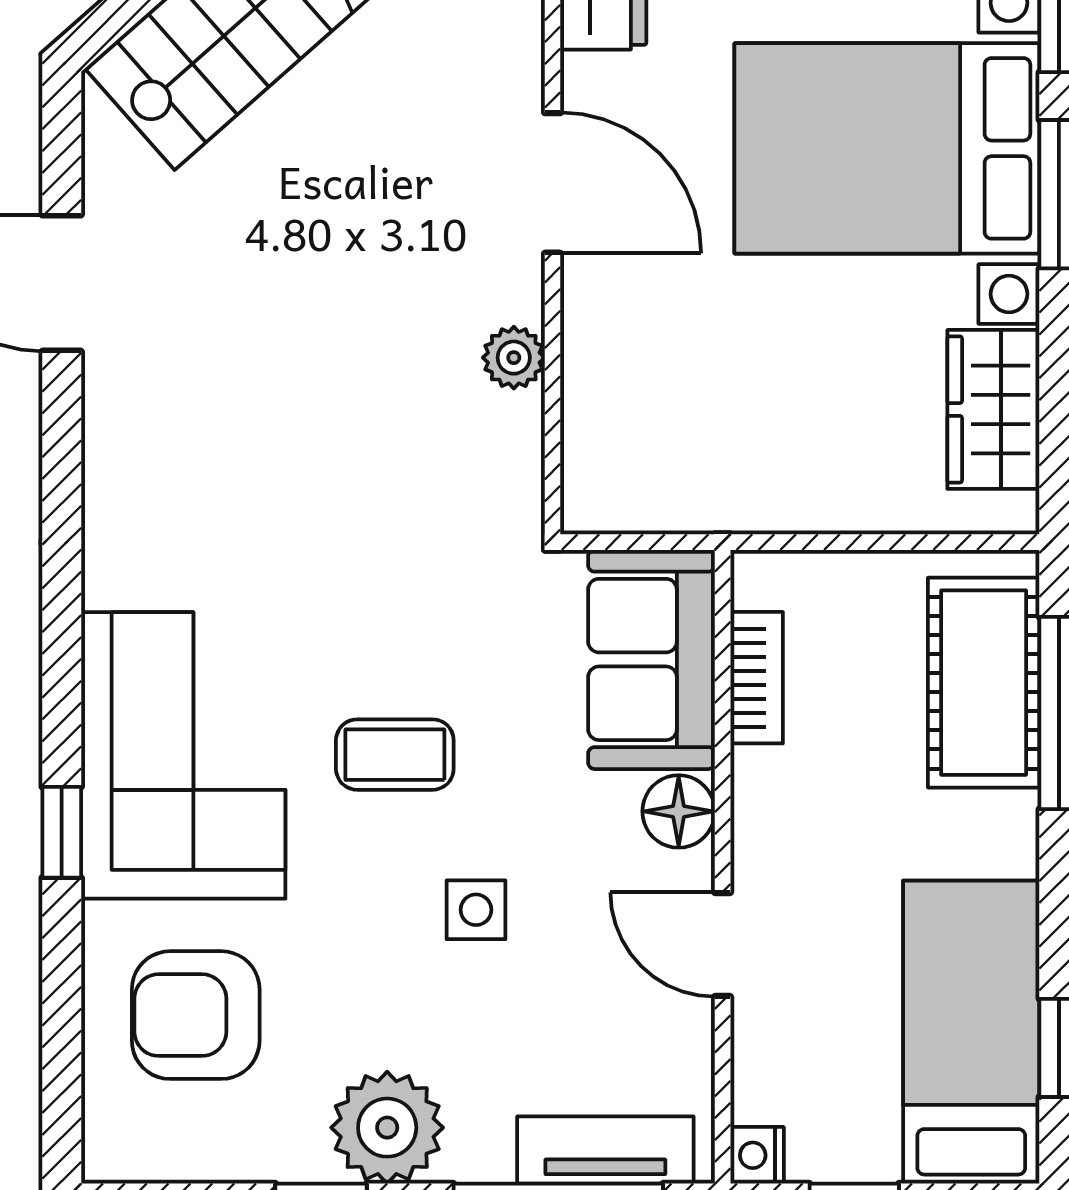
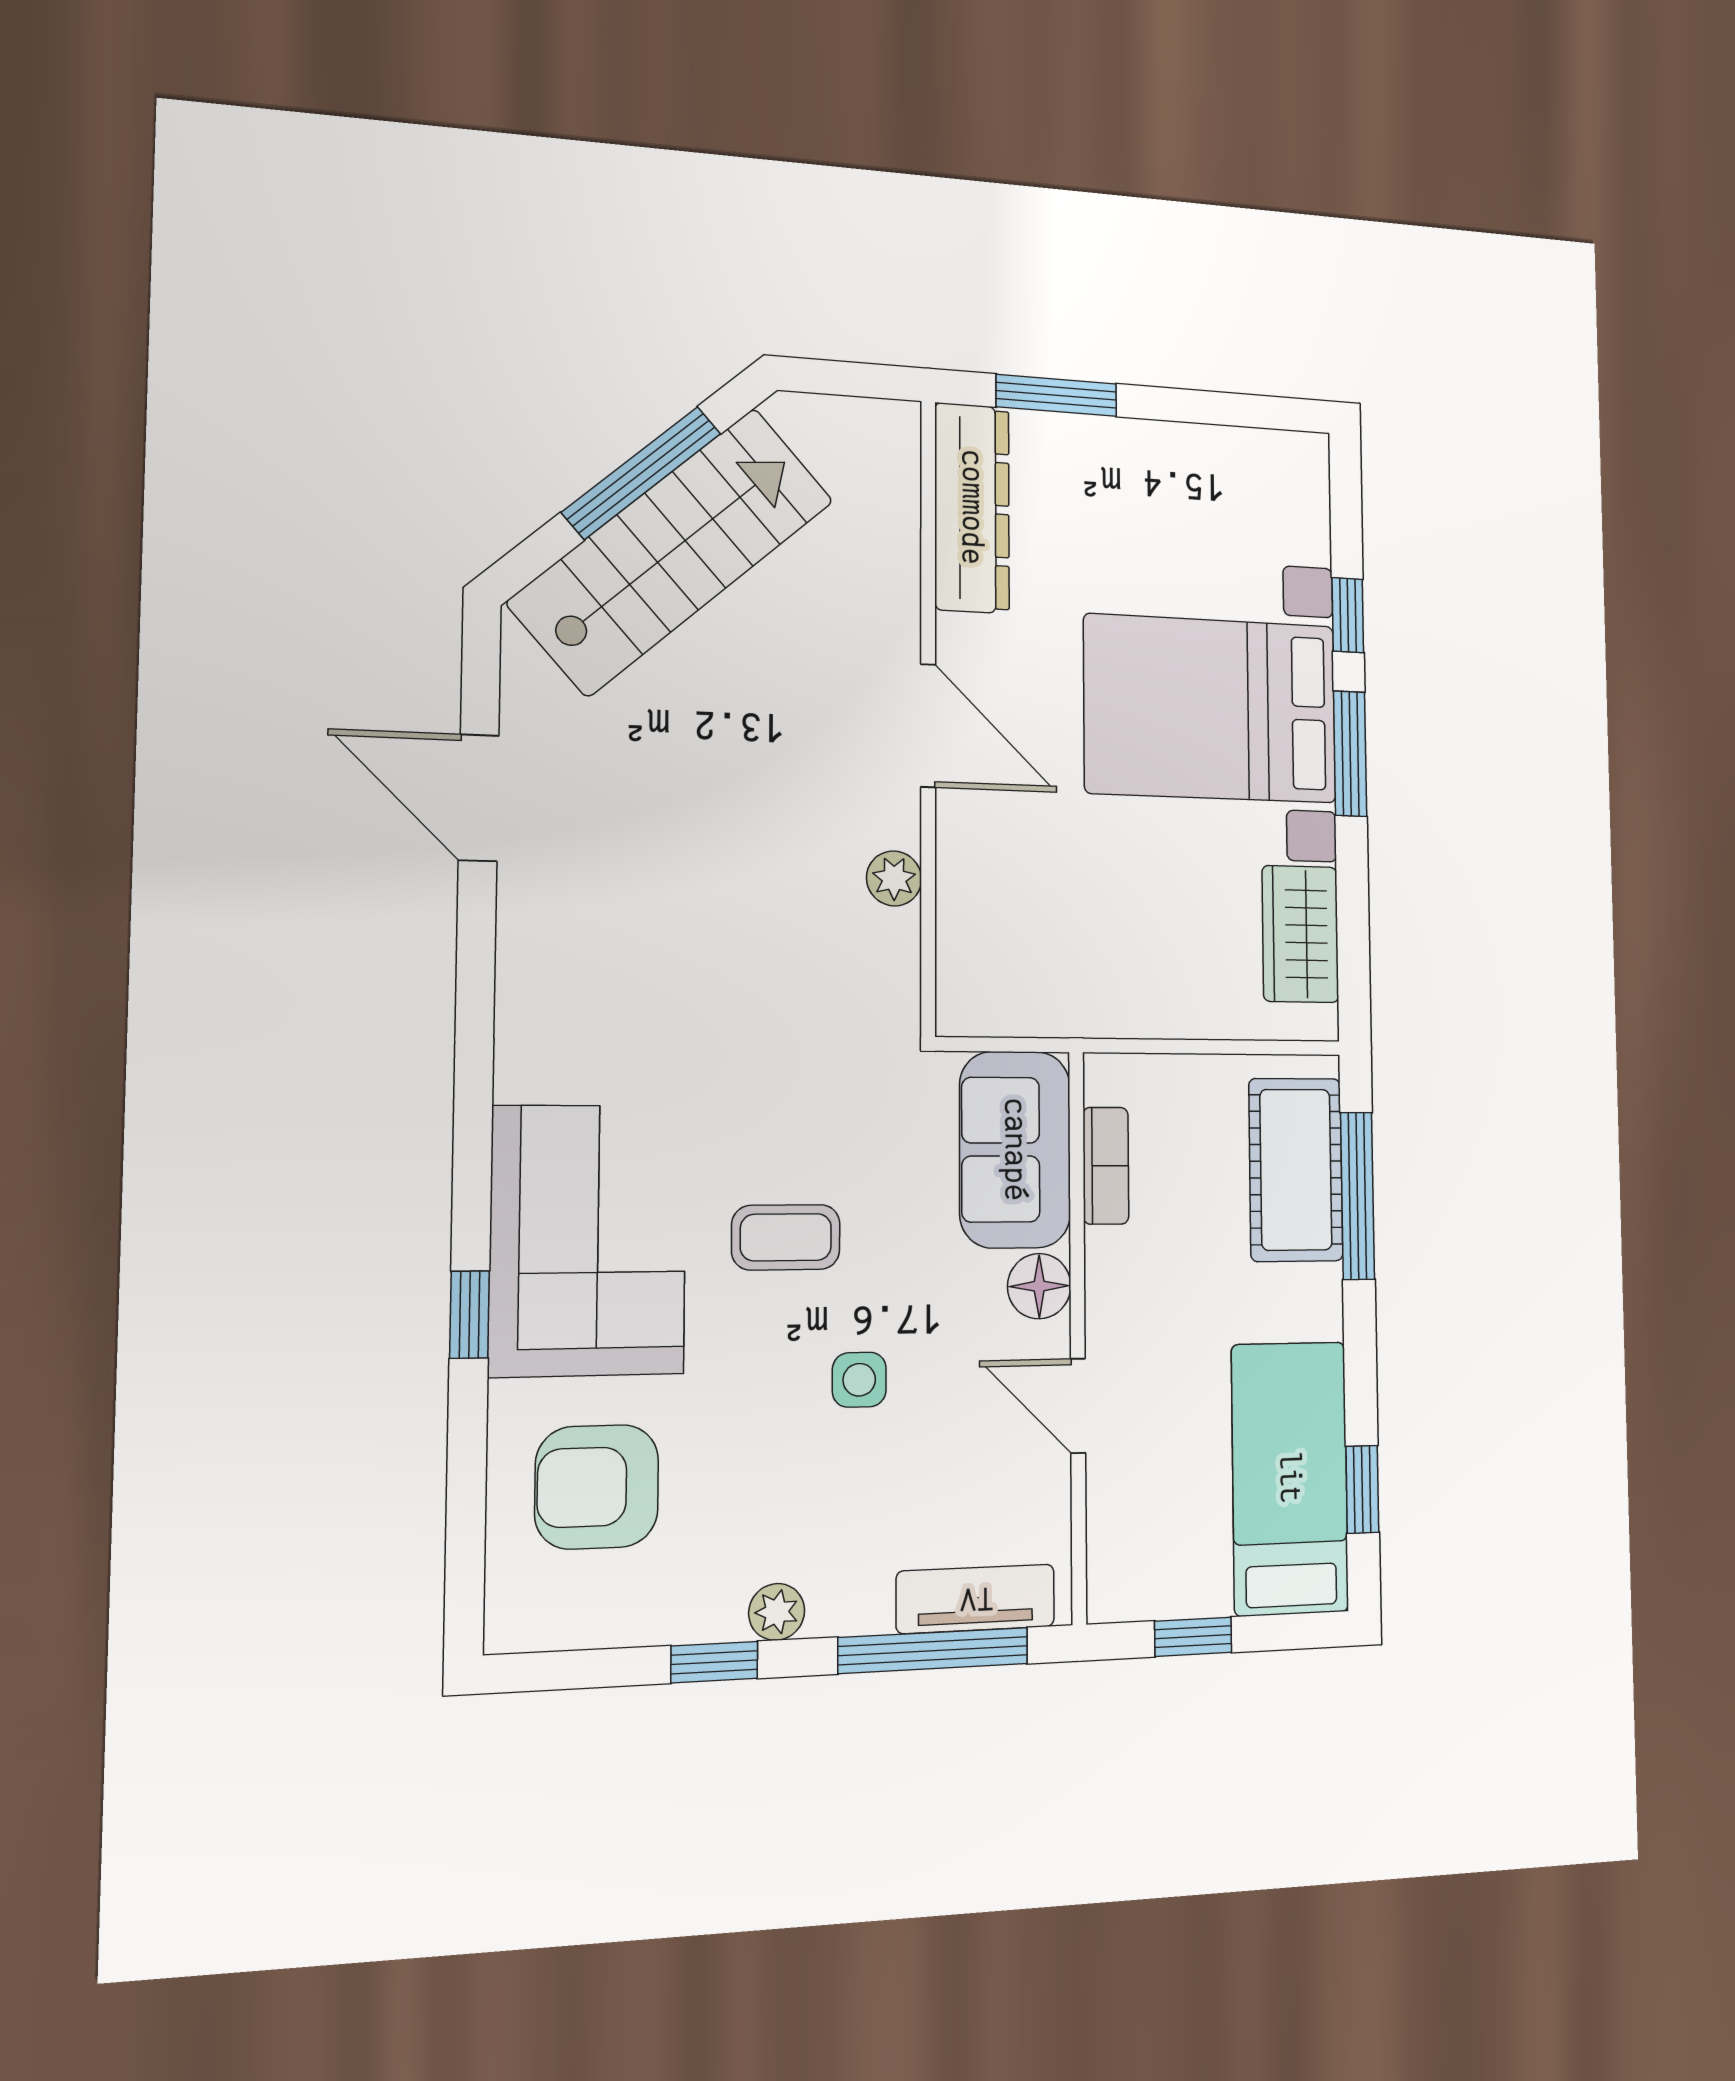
plant: (387, 1128) -> (777, 1612), width x0.53, depth x0.53
nightstand: (757, 1155) -> (1109, 1597), removed

